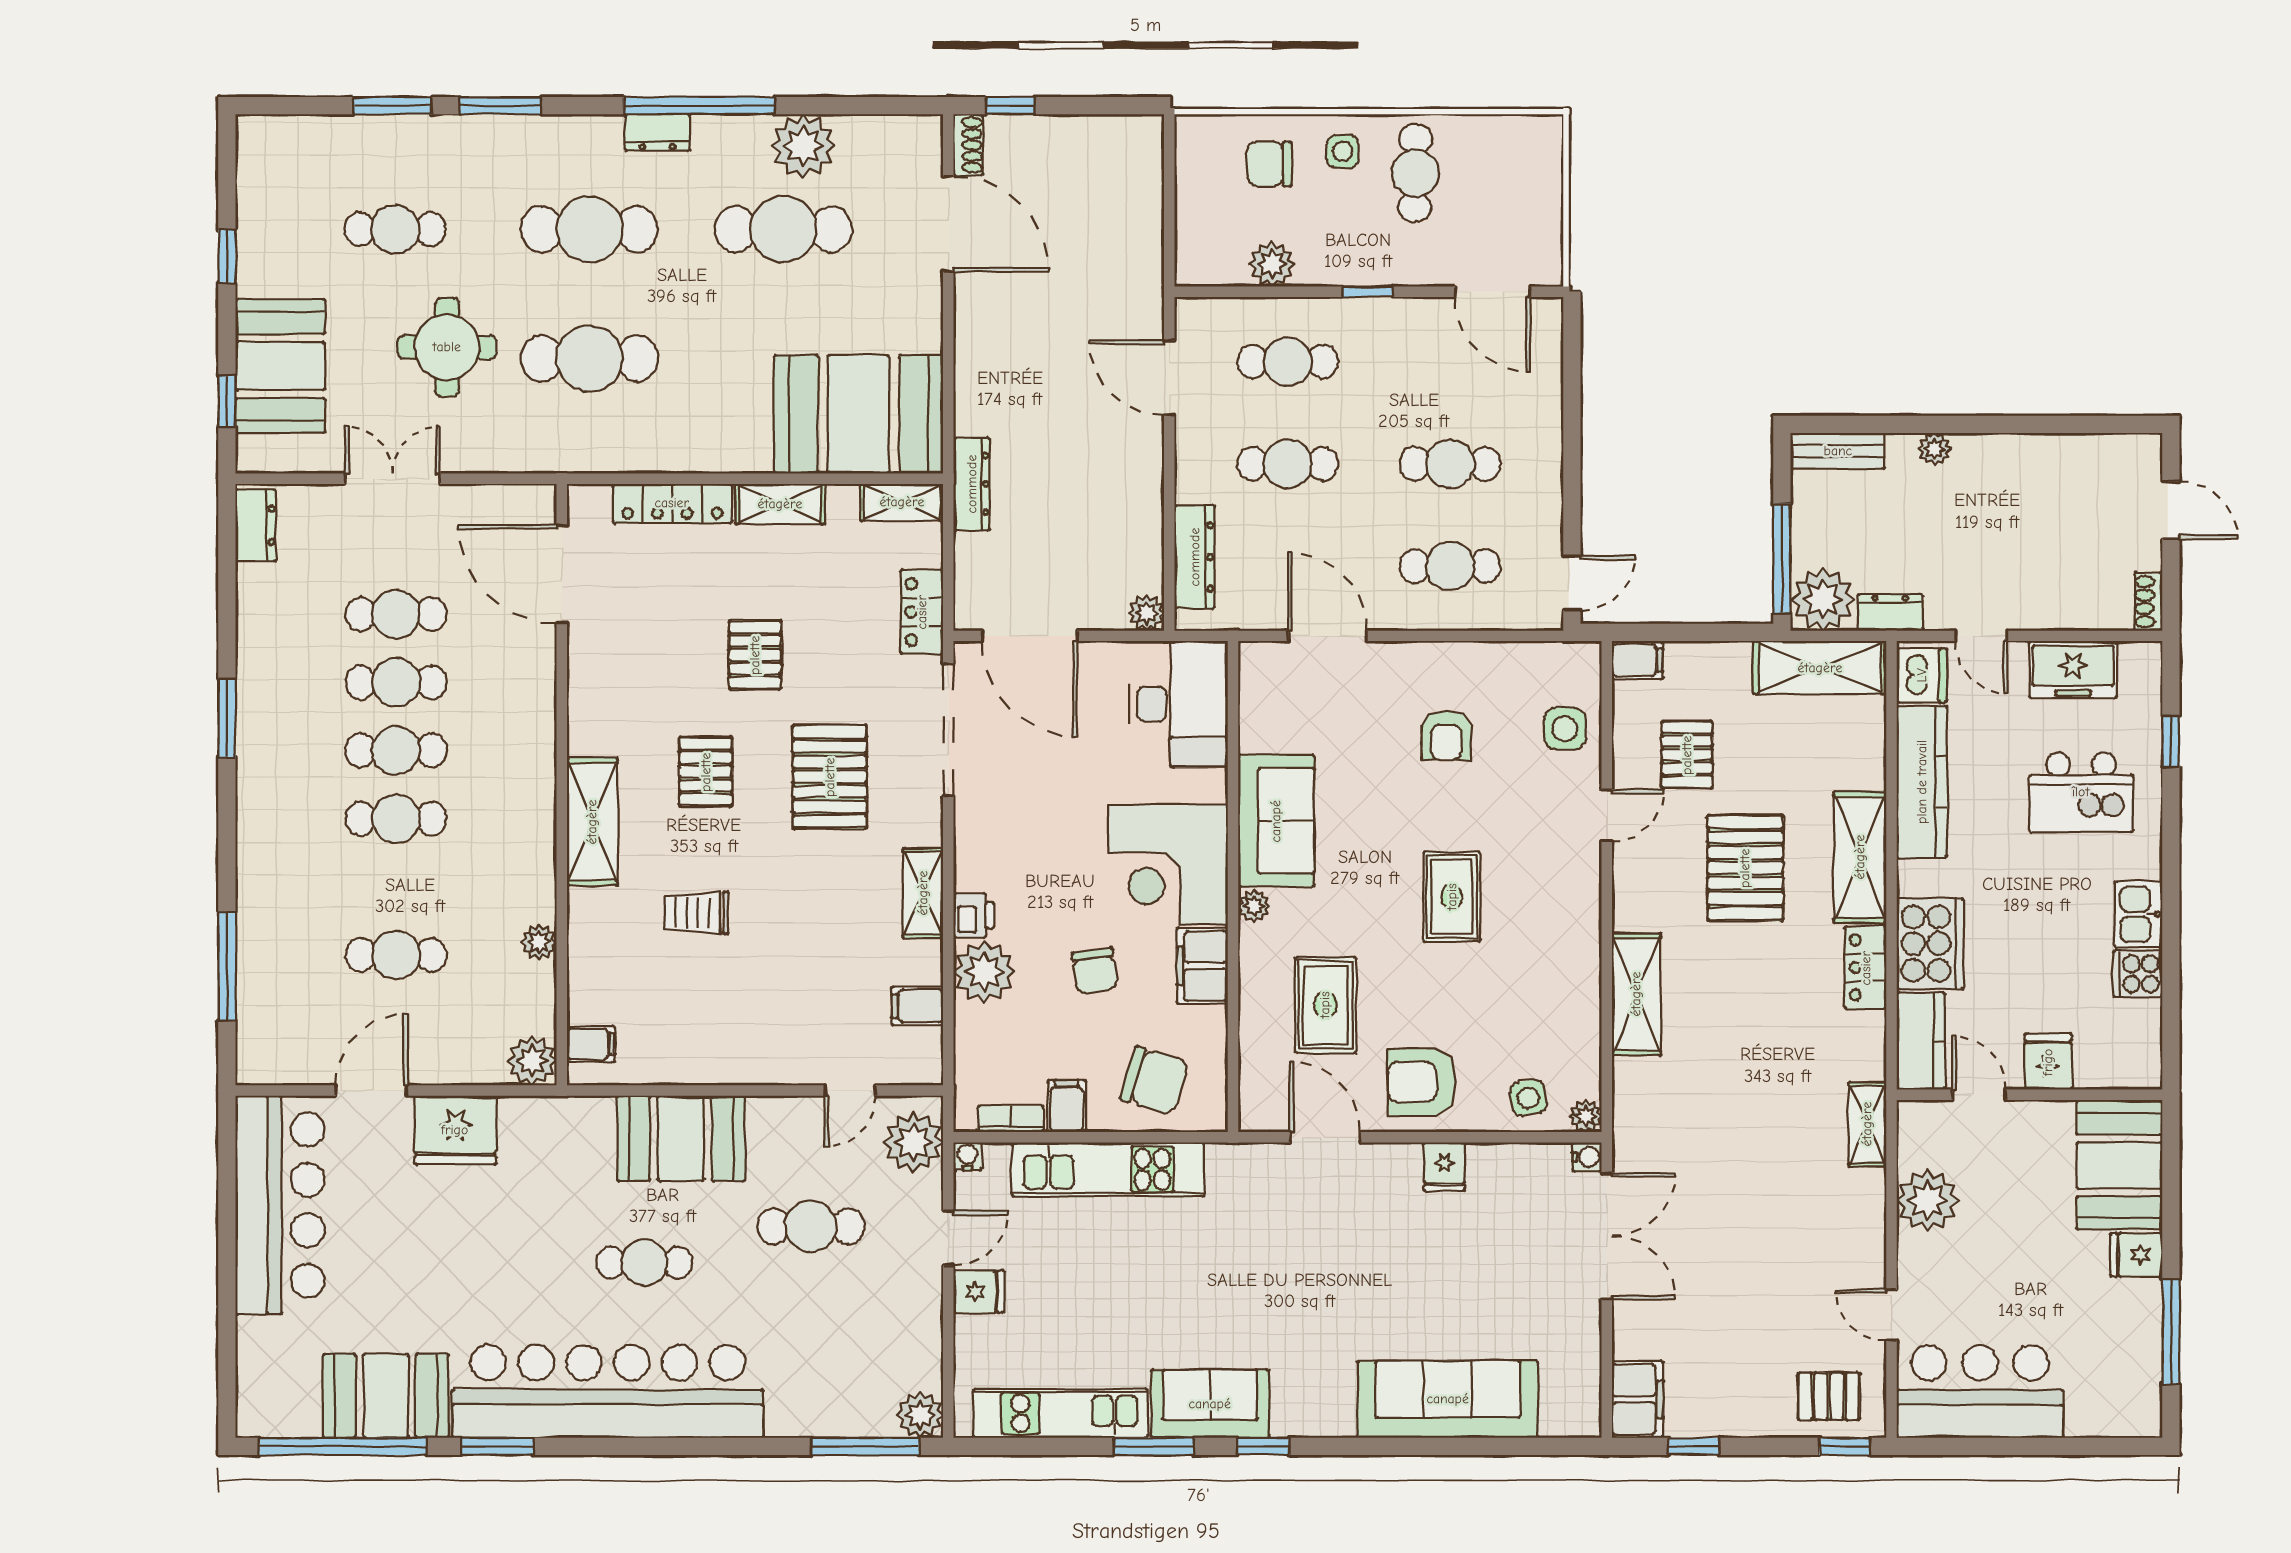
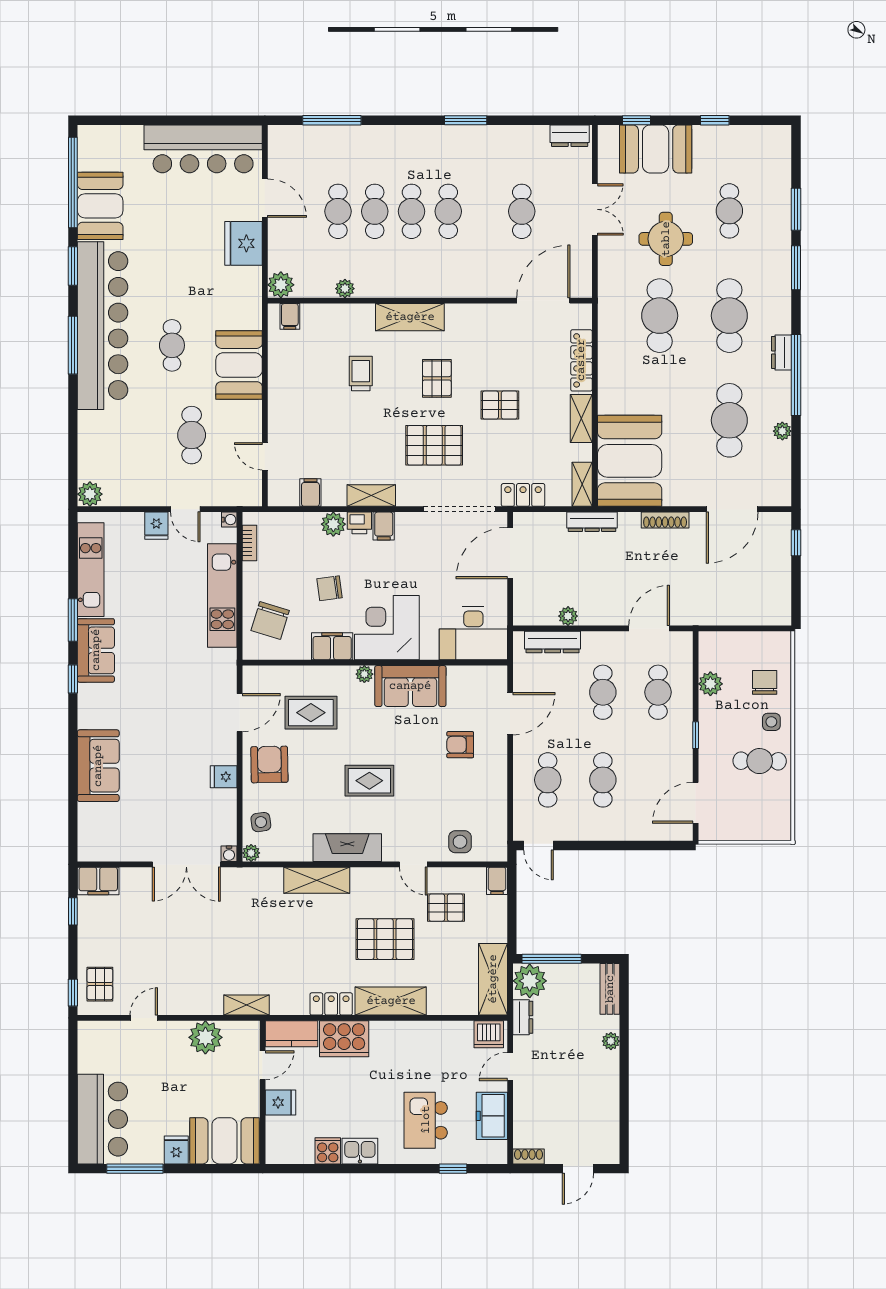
shoe rack: (968, 145) -> (665, 520), moved, width x1.43
plant: (803, 146) -> (782, 431), width x0.53, depth x0.53
plant: (1146, 613) -> (568, 616), moved
cafe table: (396, 682) -> (375, 211), moved
armchair: (1446, 735) -> (460, 745), moved
pallet: (706, 772) -> (437, 378), turned 90
kitchen counter: (1922, 782) -> (431, 1034), removed
fireplace: (1576, 938) -> (347, 848), added
plant: (984, 972) -> (333, 524), width x0.73, depth x0.73
filing cabinet: (1067, 1106) -> (384, 526), moved, turned 90
plant: (913, 1142) -> (237, 490), removed
bar counter: (1980, 1392) -> (102, 1119), moved
sofa: (1448, 1399) -> (98, 766), width x0.73
window: (866, 1446) -> (73, 345), moved

